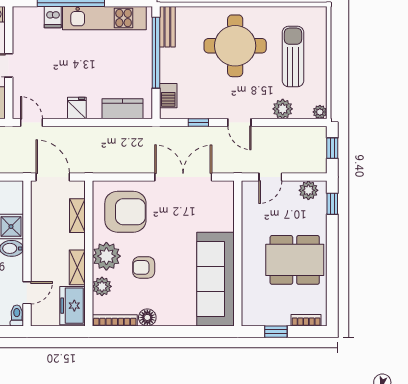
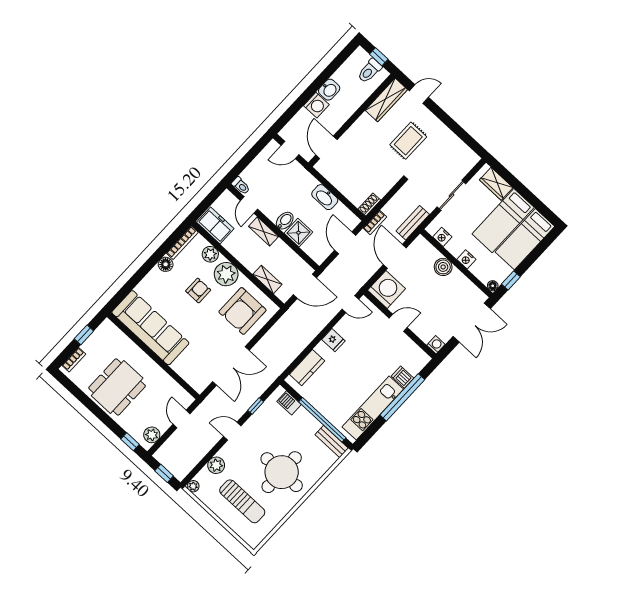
shelving: (77, 267) -> (263, 231), moved

